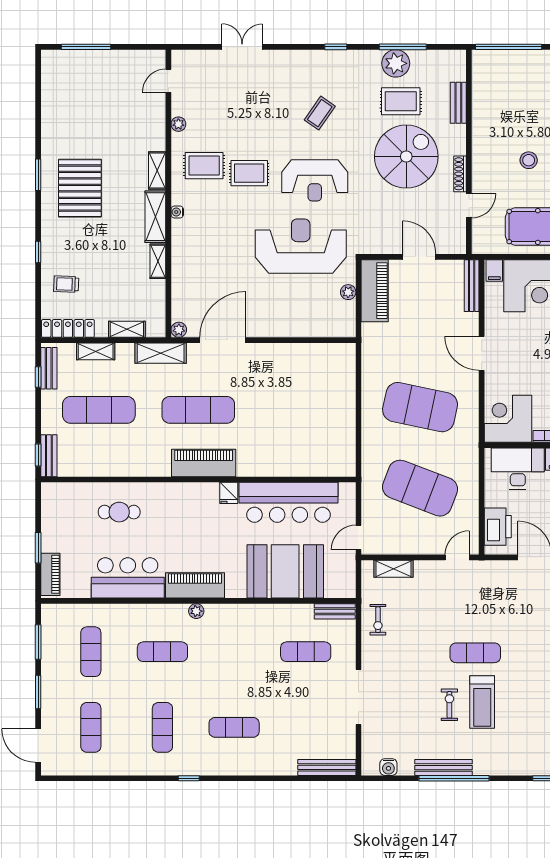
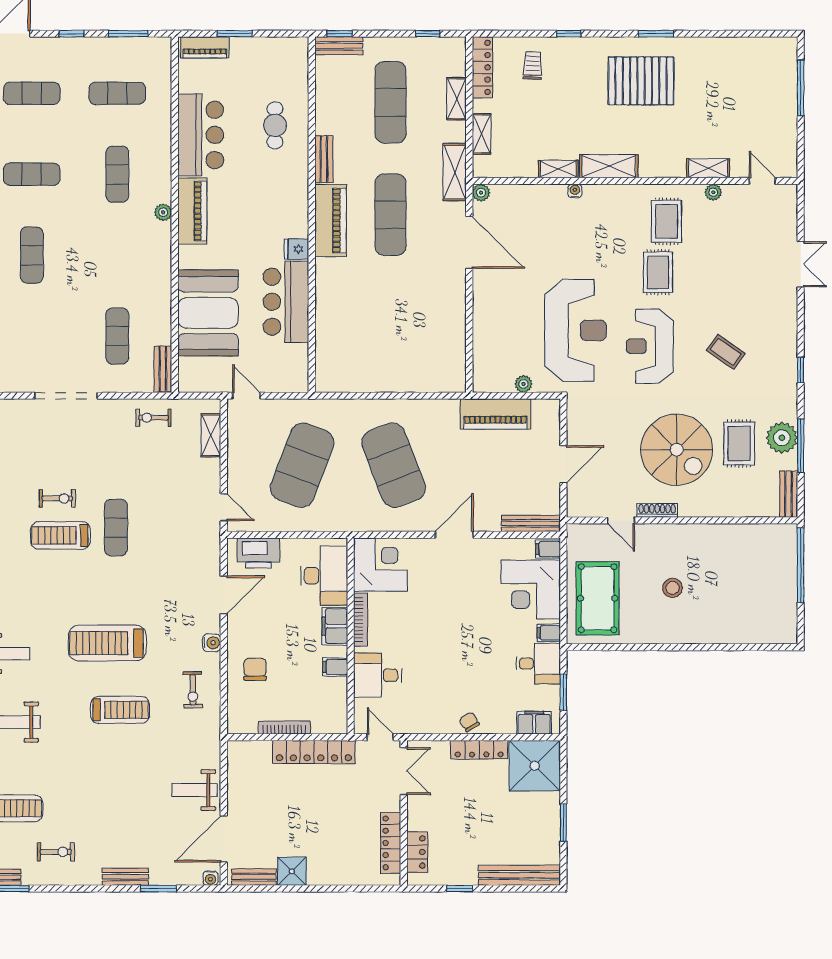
bench: (458, 103) -> (789, 494), moved, turned 90
shelving: (157, 171) -> (708, 168), moved
water cooler: (177, 212) -> (575, 191), moved
piano: (375, 291) -> (495, 414), moved
bench: (49, 368) -> (324, 159), moved, turned 90
exercise mat: (420, 407) -> (394, 465), turned -33
bar counter: (288, 502) -> (286, 302), width x0.73
window: (38, 692) -> (72, 34), width x0.67

